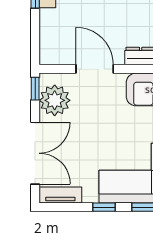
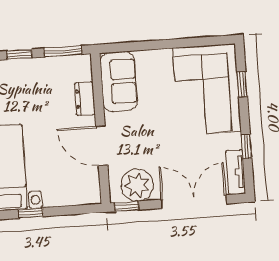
door: (95, 69) -> (102, 146), hinge flipped
window: (104, 207) -> (247, 147), moved

